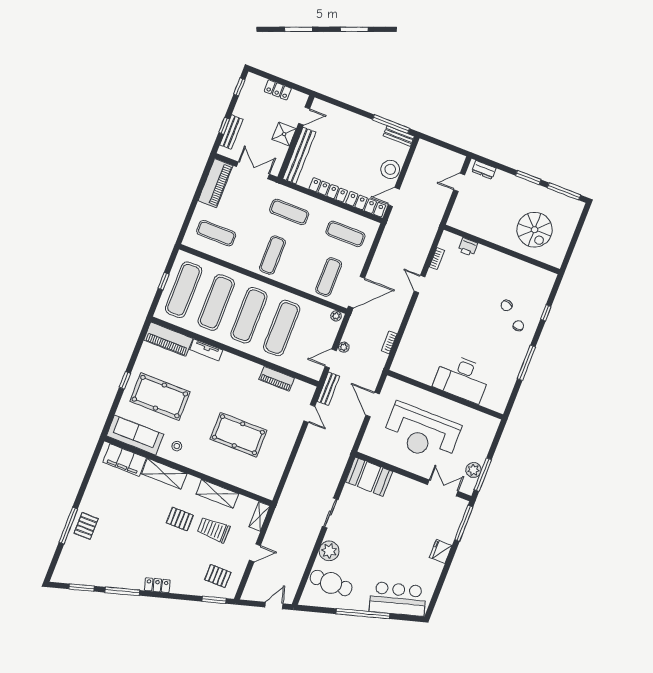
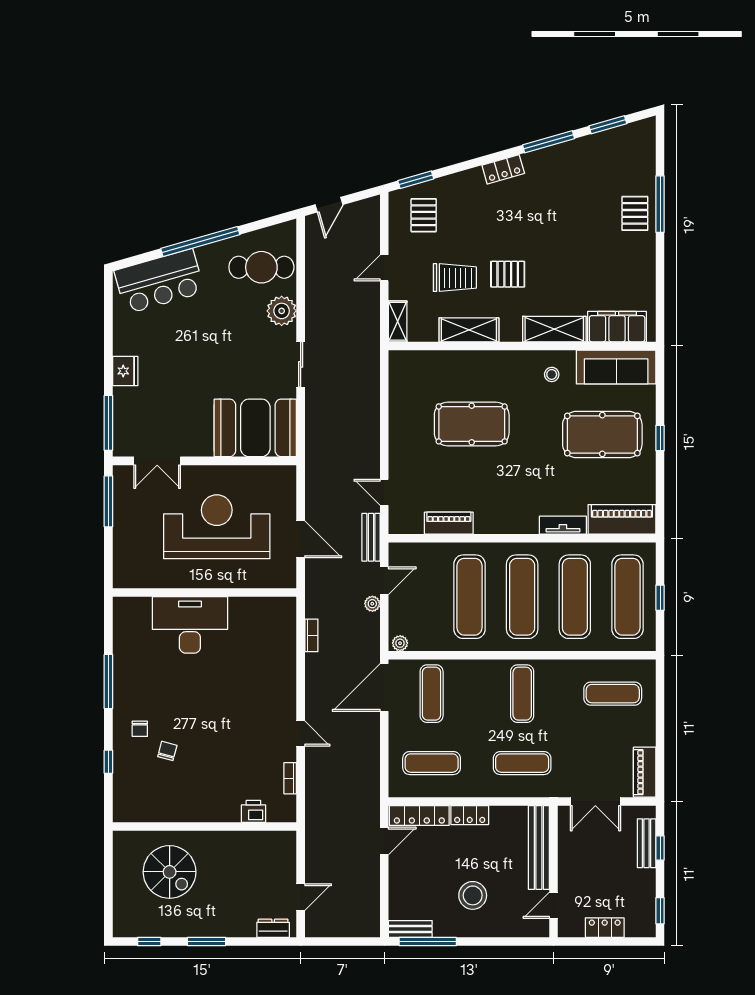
shower: (284, 134) -> (572, 869), removed
stool: (390, 169) -> (473, 895), moved
piano: (215, 183) -> (645, 772), width x0.73, depth x0.75
locker: (328, 190) -> (470, 815), width x0.66
window: (564, 191) -> (149, 941), width x0.46
spiral stairs: (535, 230) -> (170, 872), turned 180
plant: (473, 470) -> (124, 503), removed
booth: (369, 477) -> (255, 428), width x1.36, depth x1.42
pallet: (218, 576) -> (424, 215), turned 90

